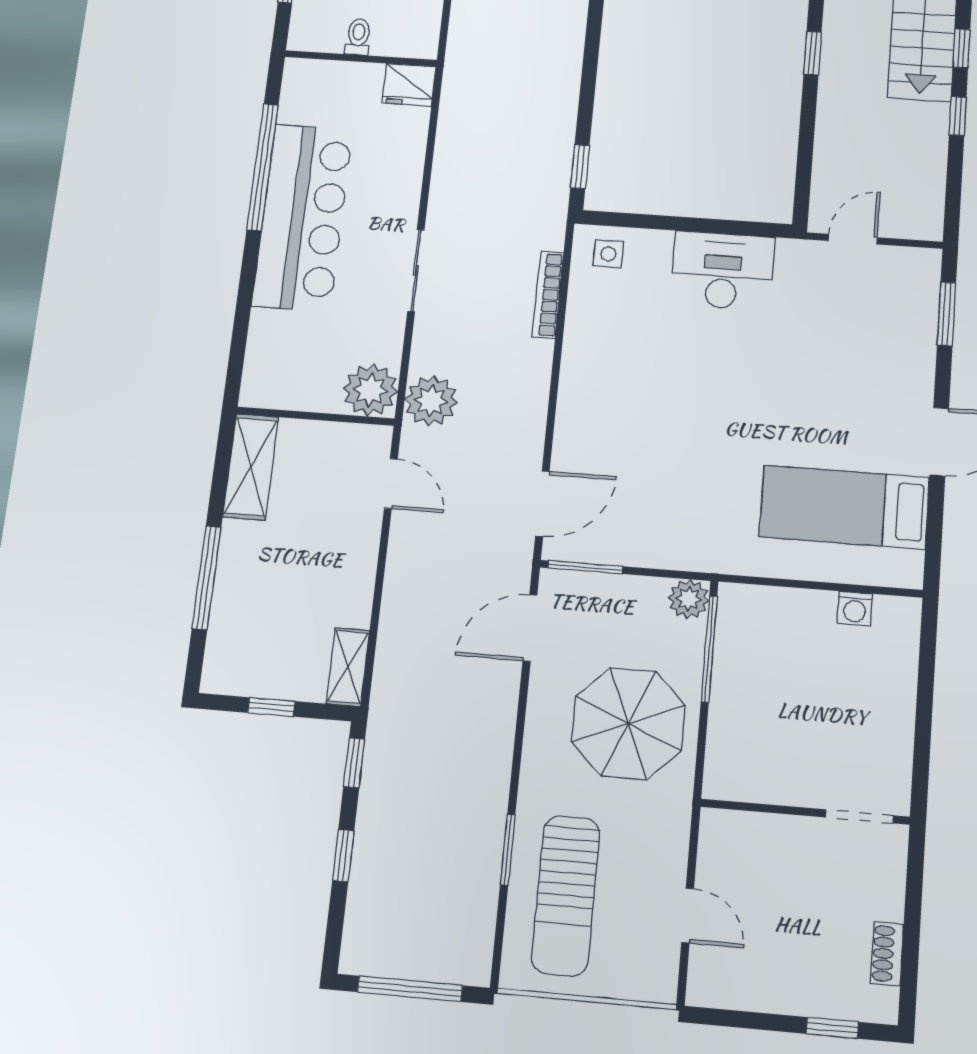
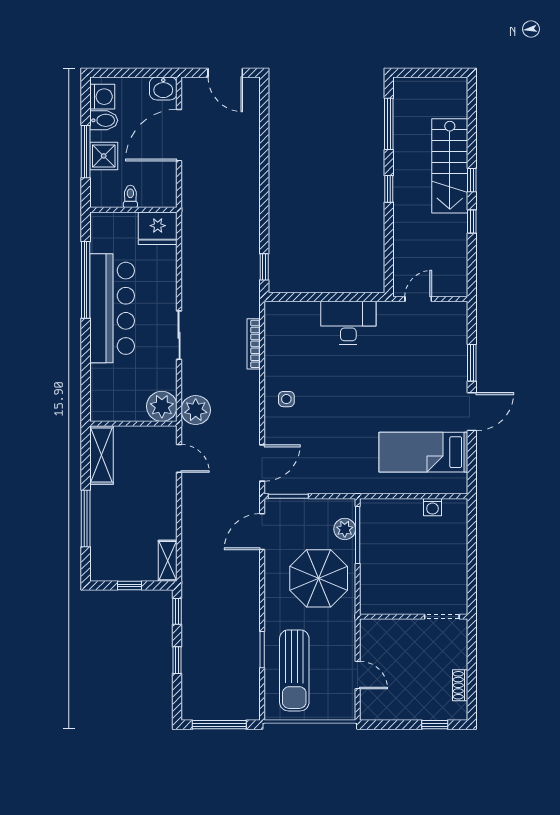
fridge: (409, 85) -> (158, 228), width x1.36, depth x1.34
side table: (608, 254) -> (286, 399), moved
window: (947, 314) -> (472, 363), moved
plant: (689, 599) -> (345, 529), moved

